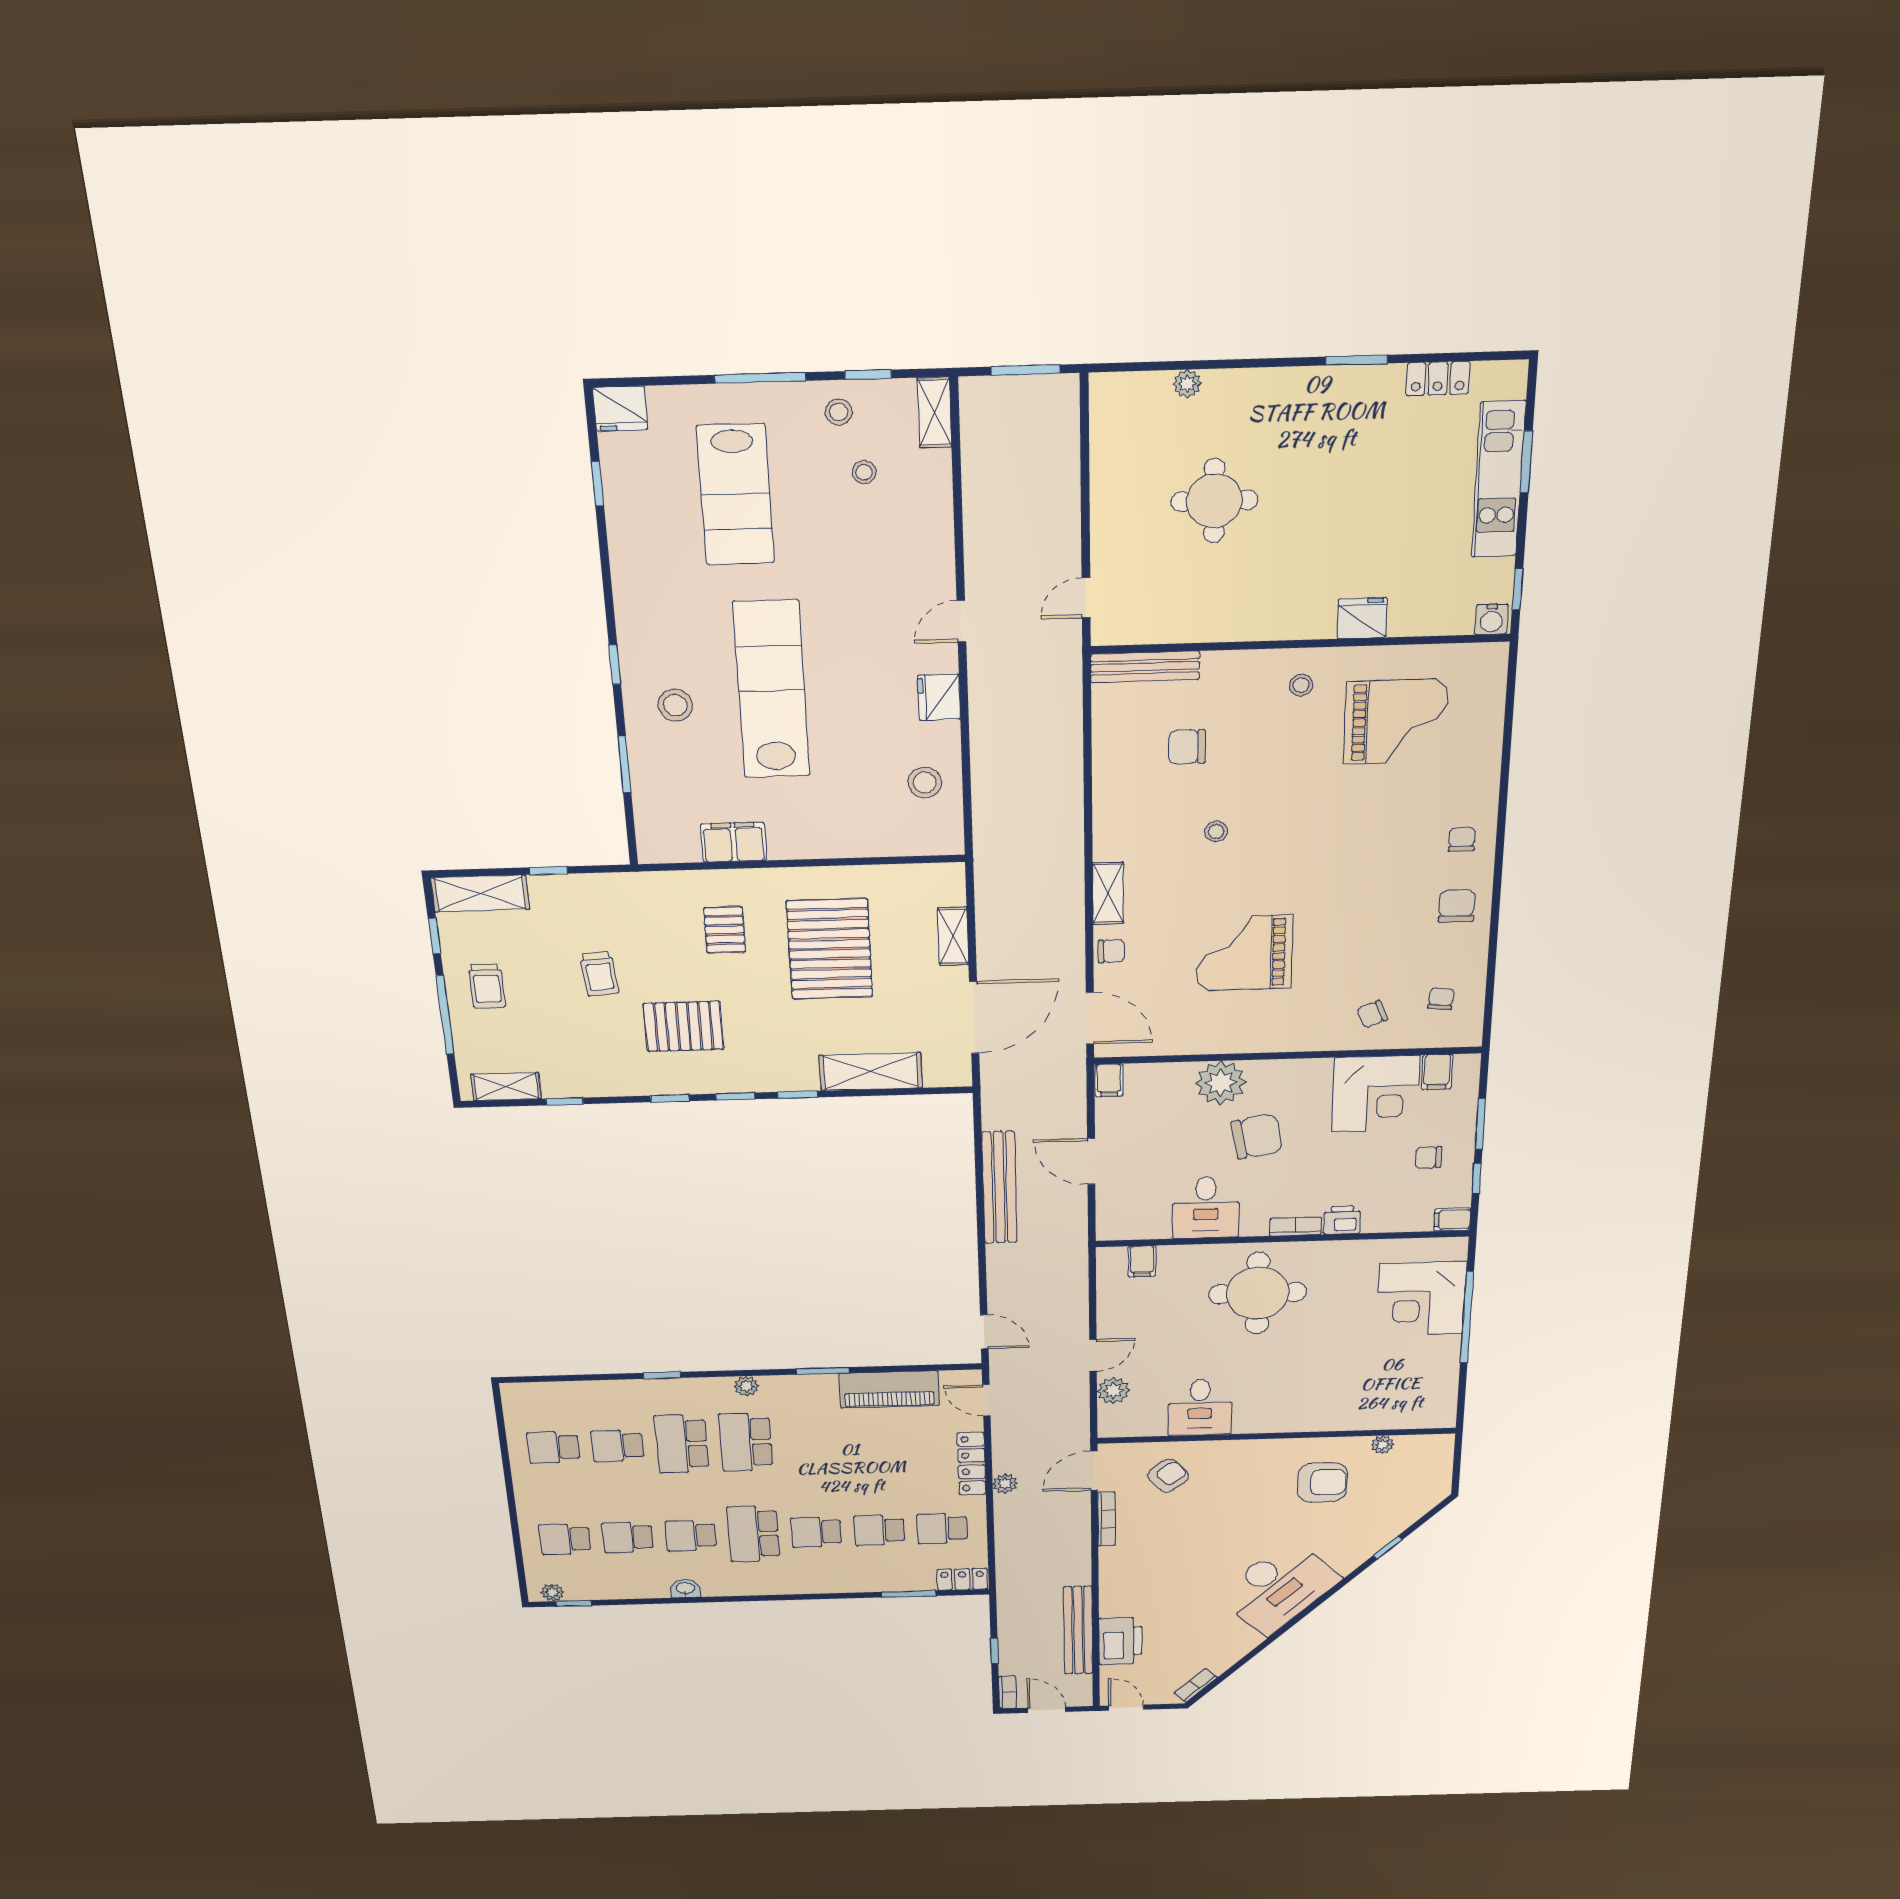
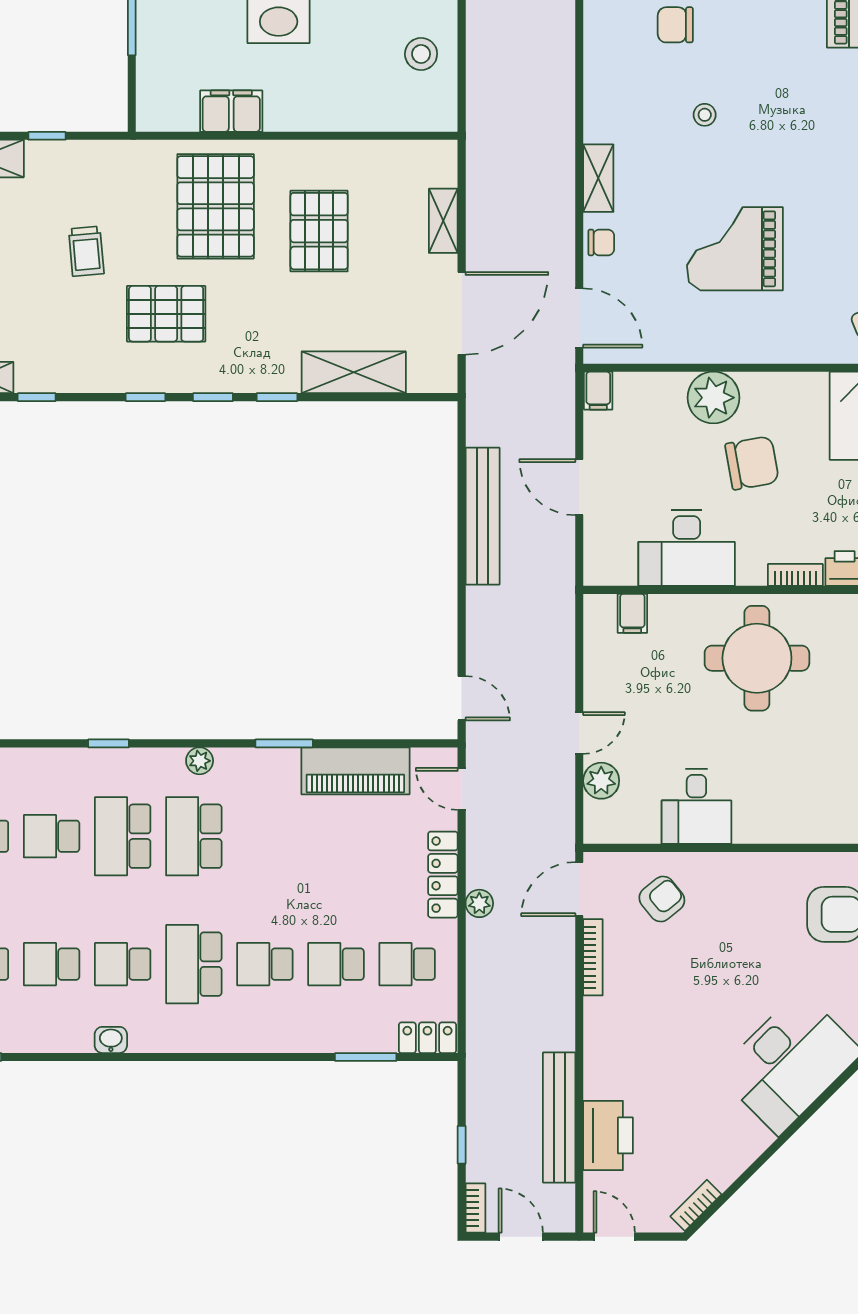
pallet: (725, 930) -> (216, 206), width x2.05, depth x2.00
pallet: (830, 949) -> (319, 231), width x0.73, depth x0.71
desk: (1206, 1207) -> (687, 548), width x1.37

